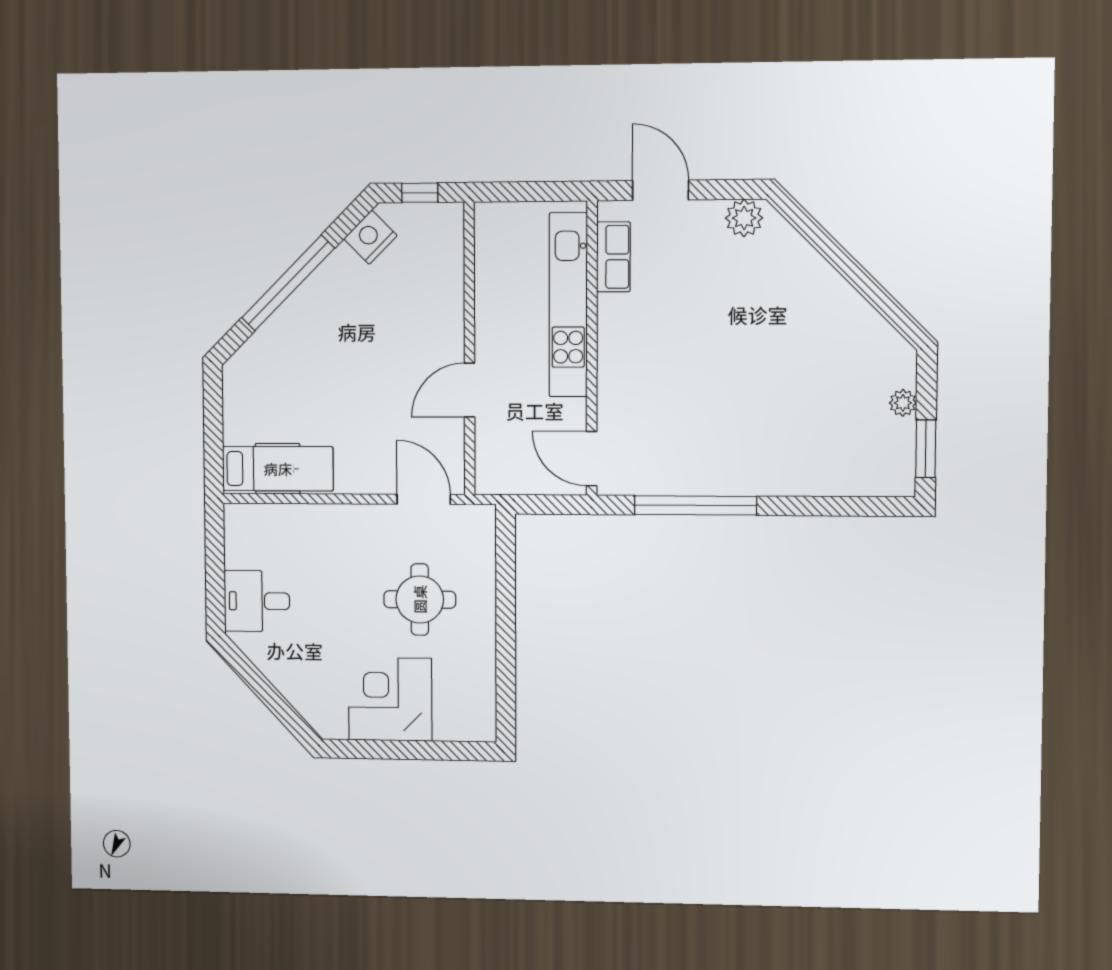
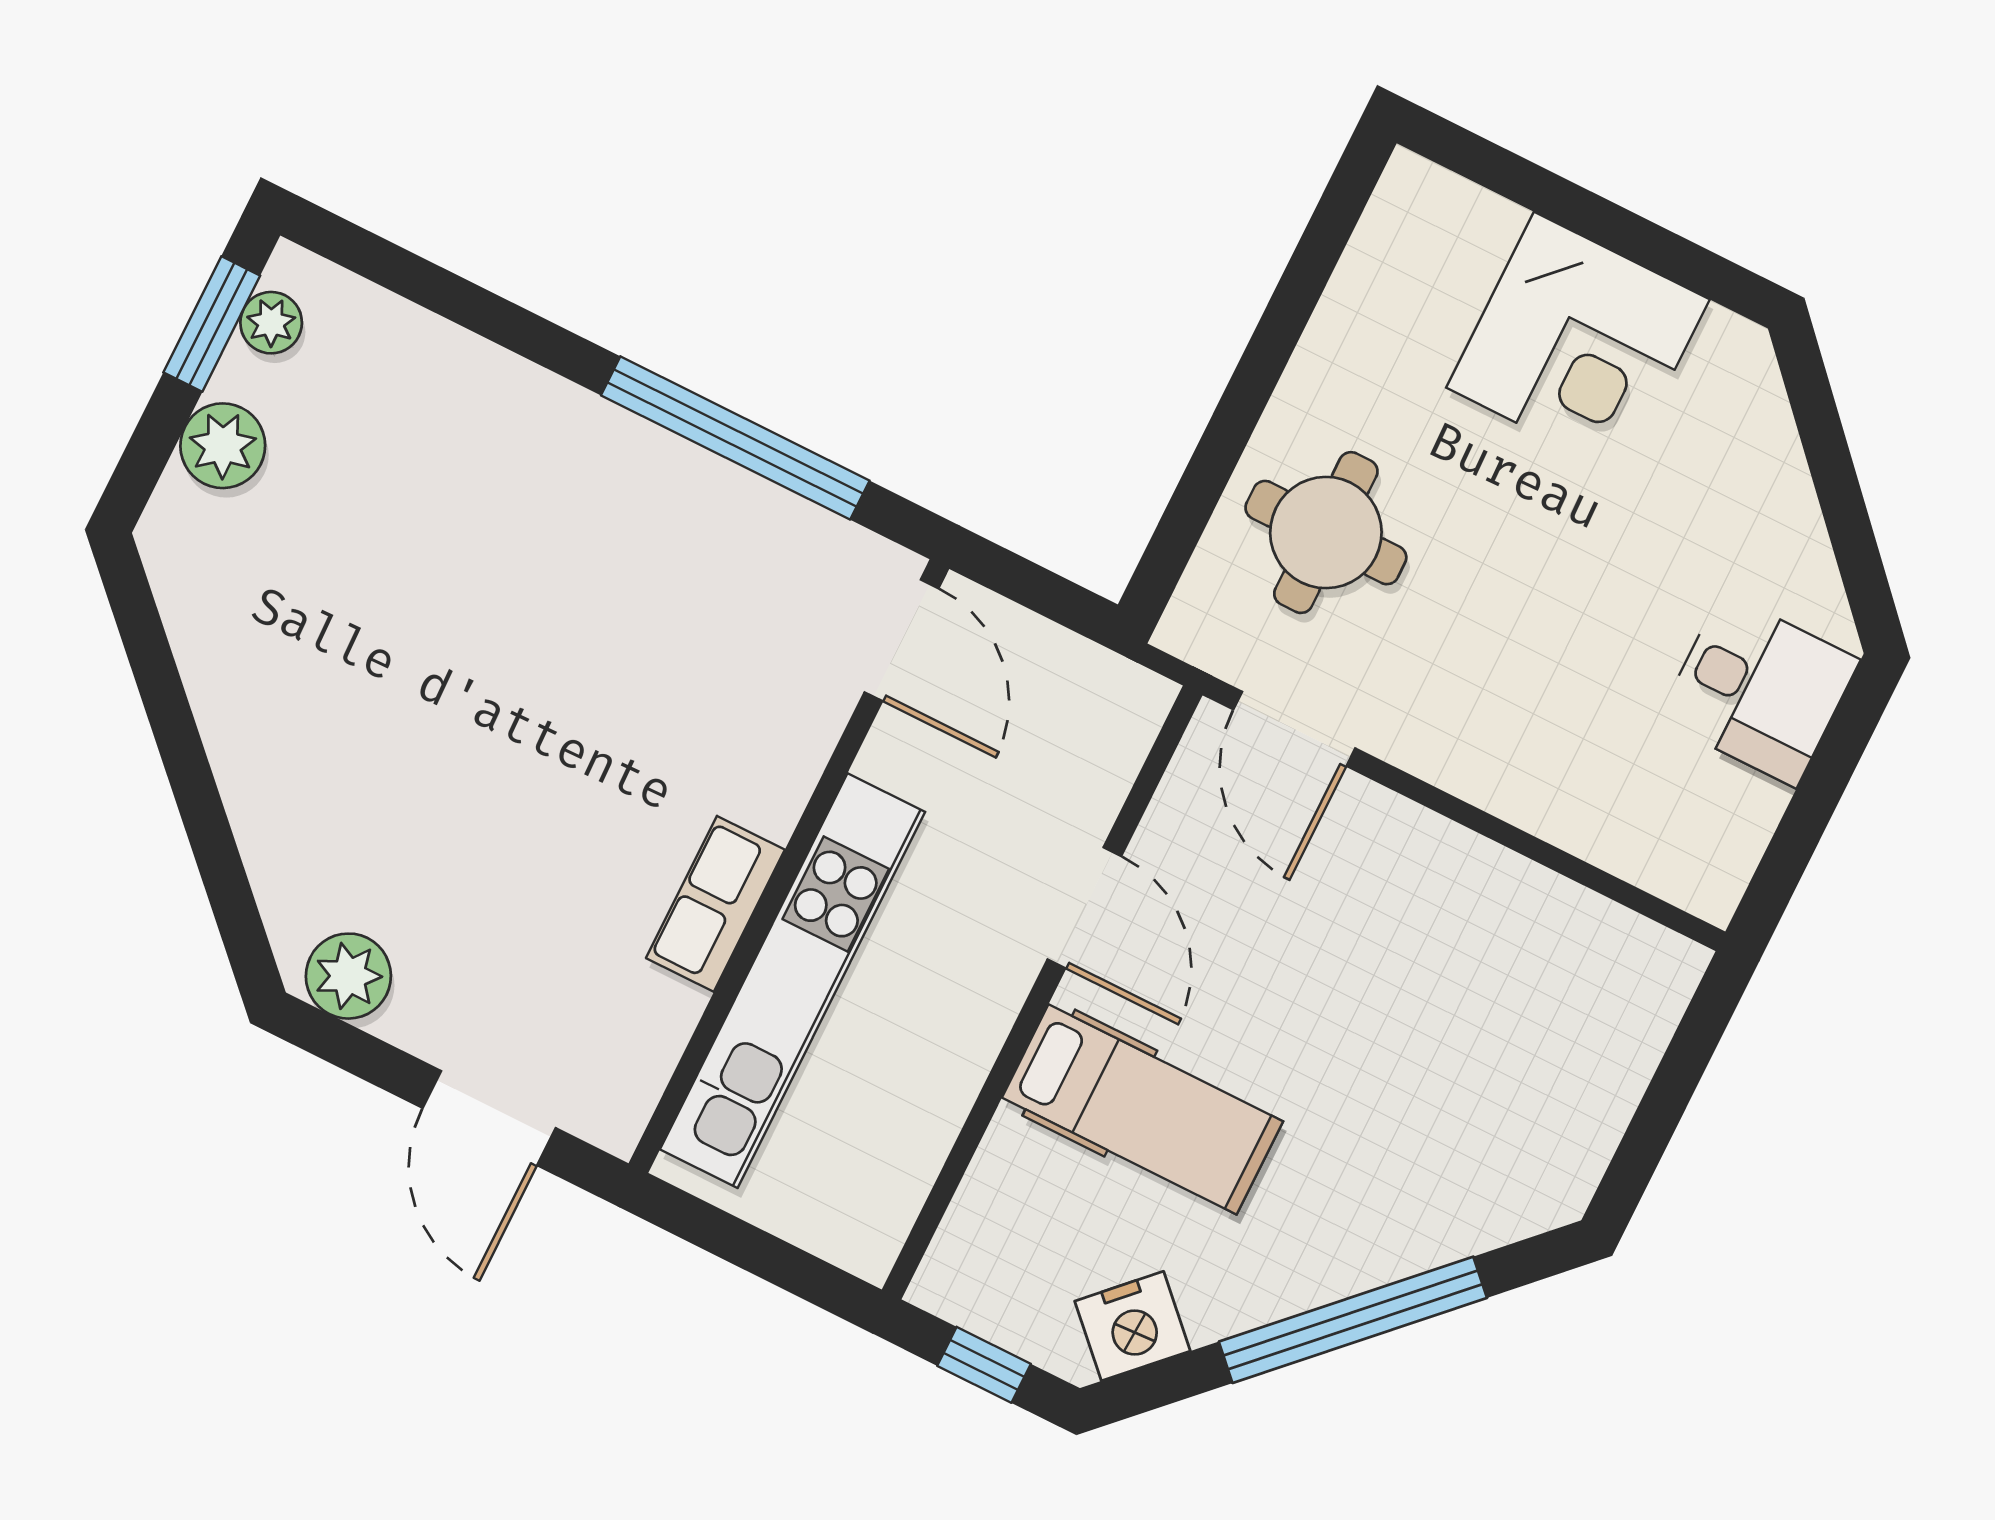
row of seats: (613, 257) -> (715, 904), moved
door: (470, 390) -> (1084, 908), hinge flipped
plant: (903, 403) -> (223, 446), width x1.38, depth x1.38
plant: (902, 461) -> (271, 323), added
hospital bed: (278, 469) -> (1143, 1109), moved, turned 180
round table: (420, 599) -> (1326, 533), moved

